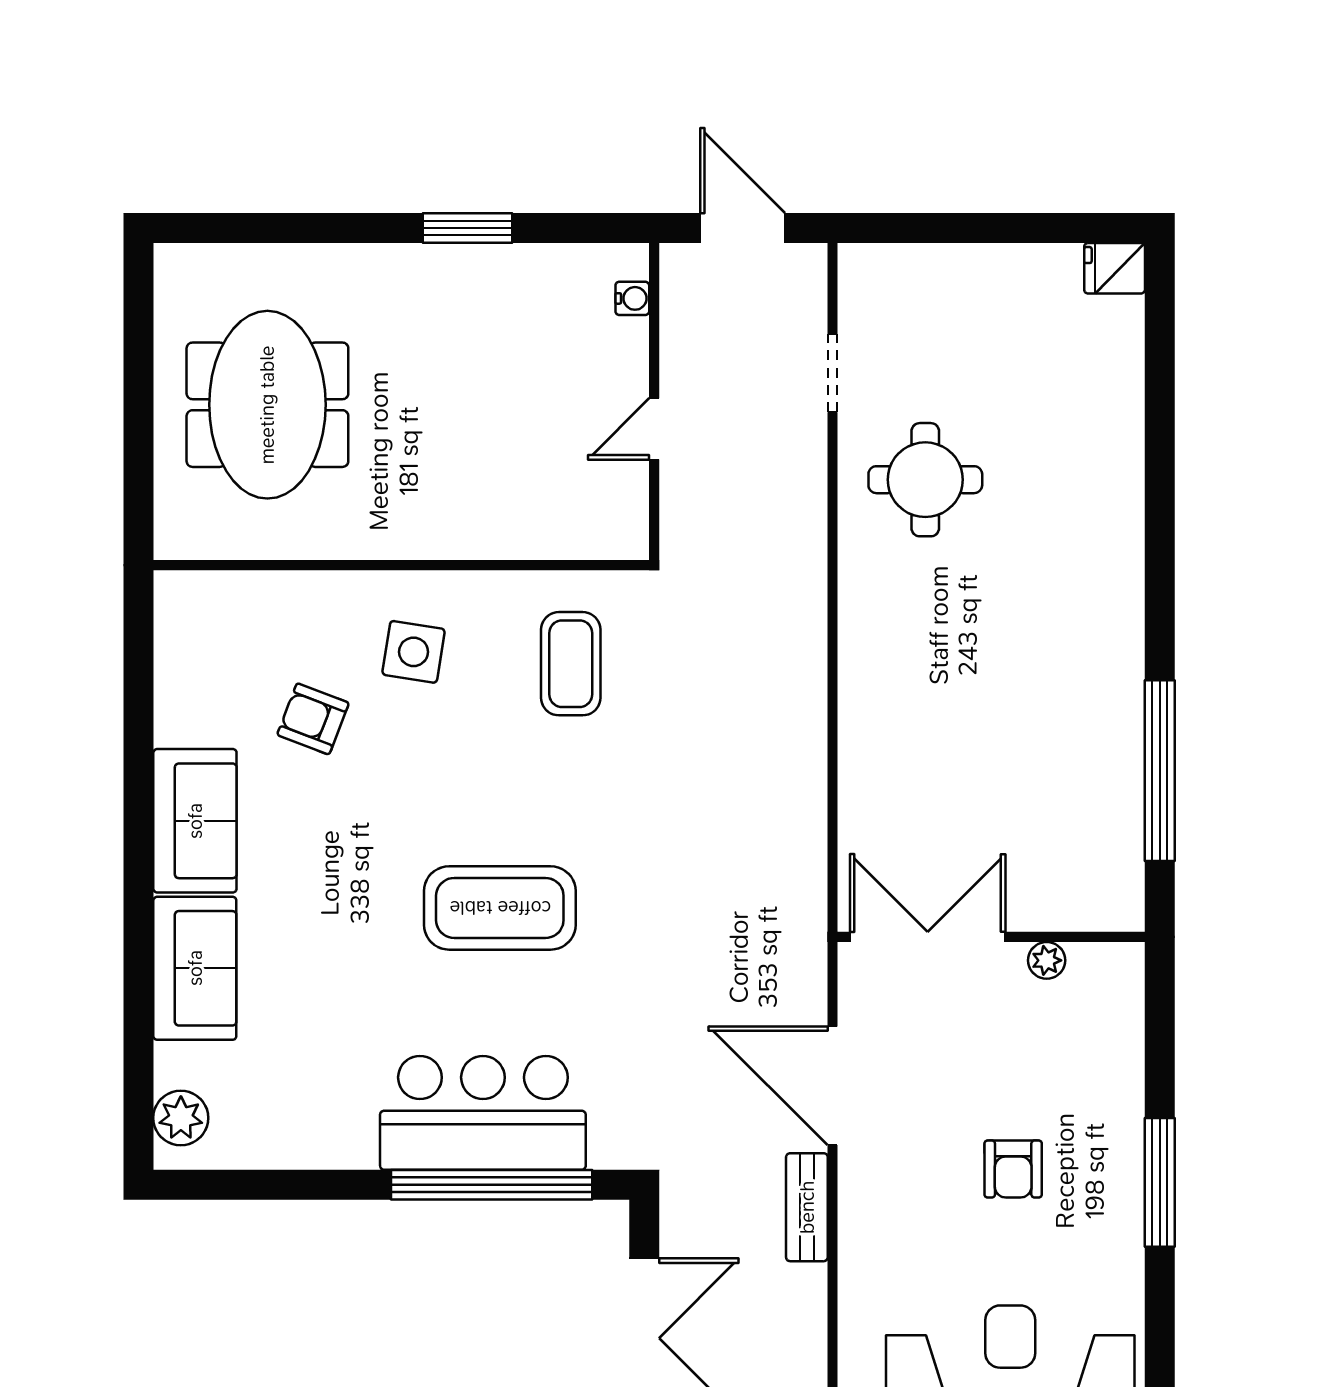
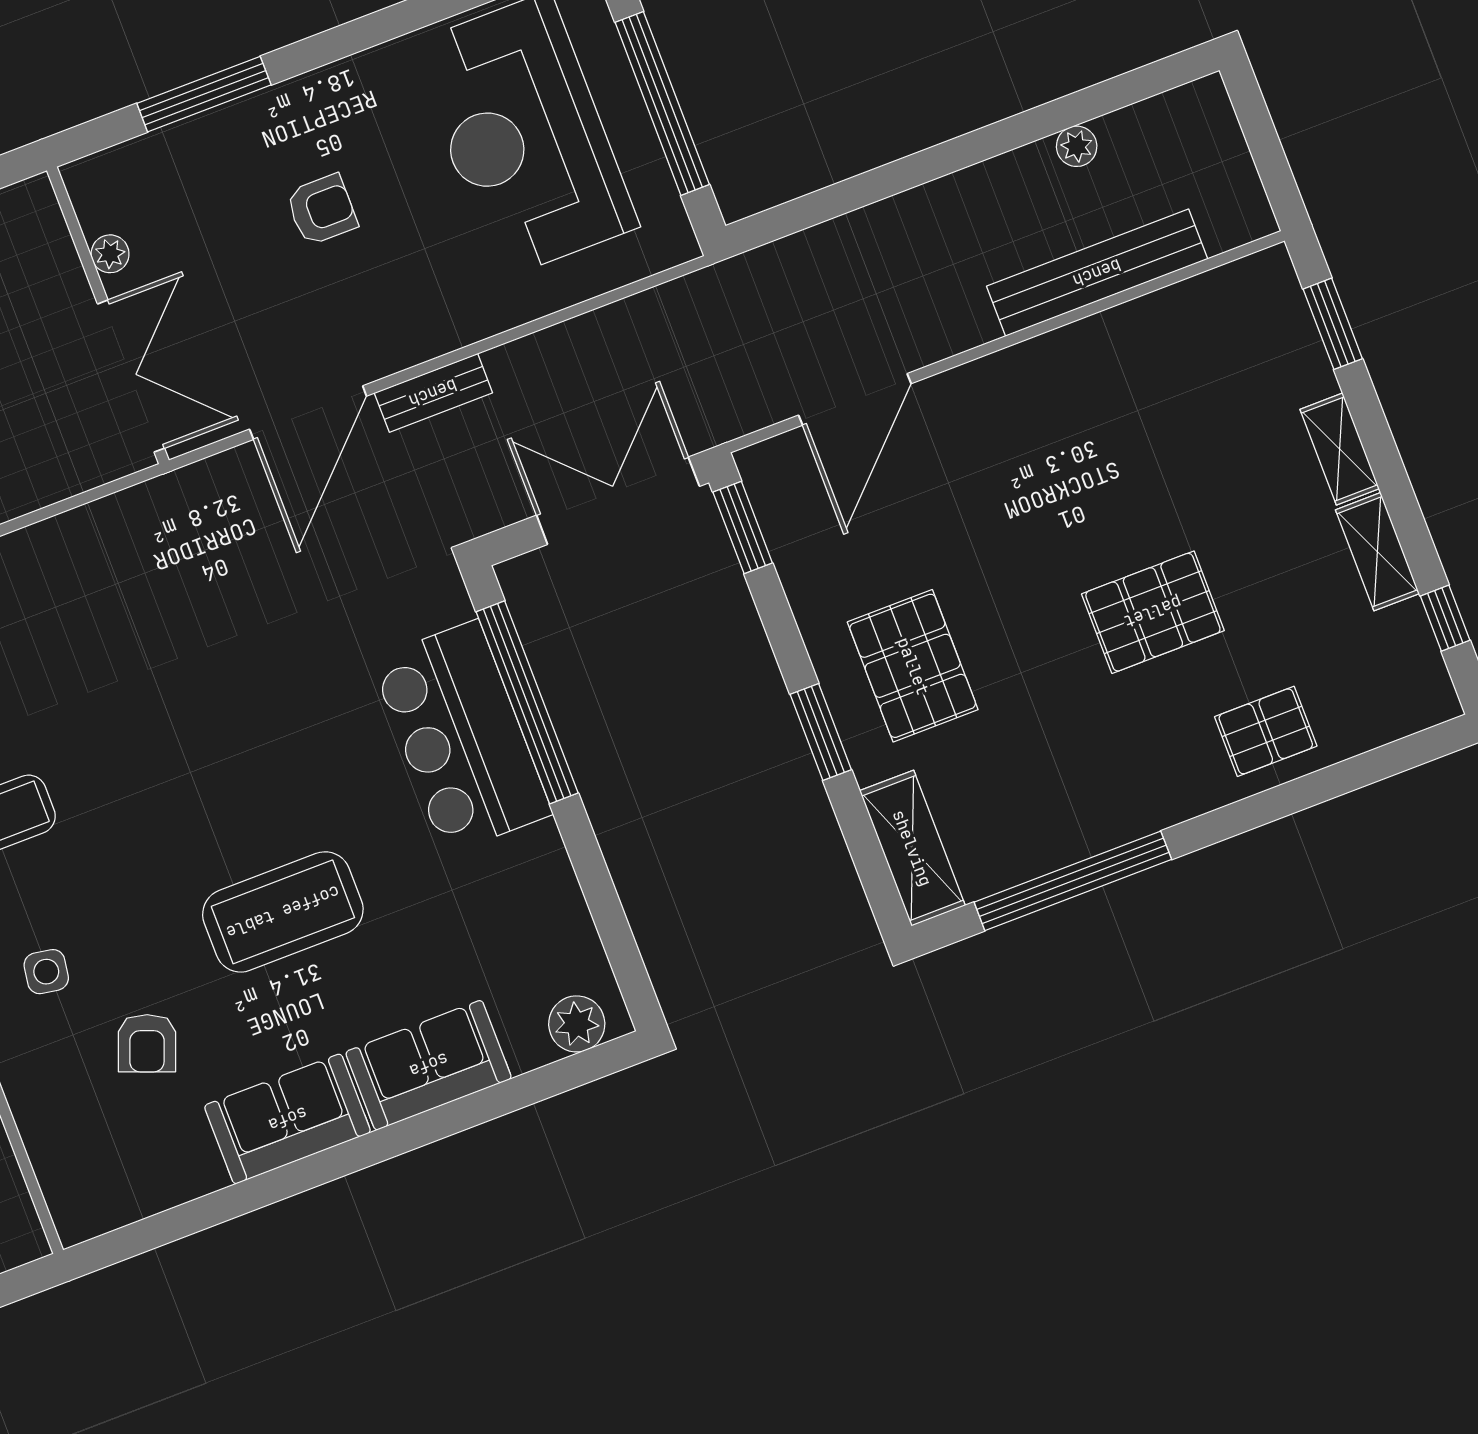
side table: (414, 652) -> (46, 972), width x0.73, depth x0.73
coffee table: (500, 908) -> (283, 912), moved, turned 90
double door: (928, 937) -> (131, 376), swing flipped
window: (1160, 1182) -> (204, 94), moved

